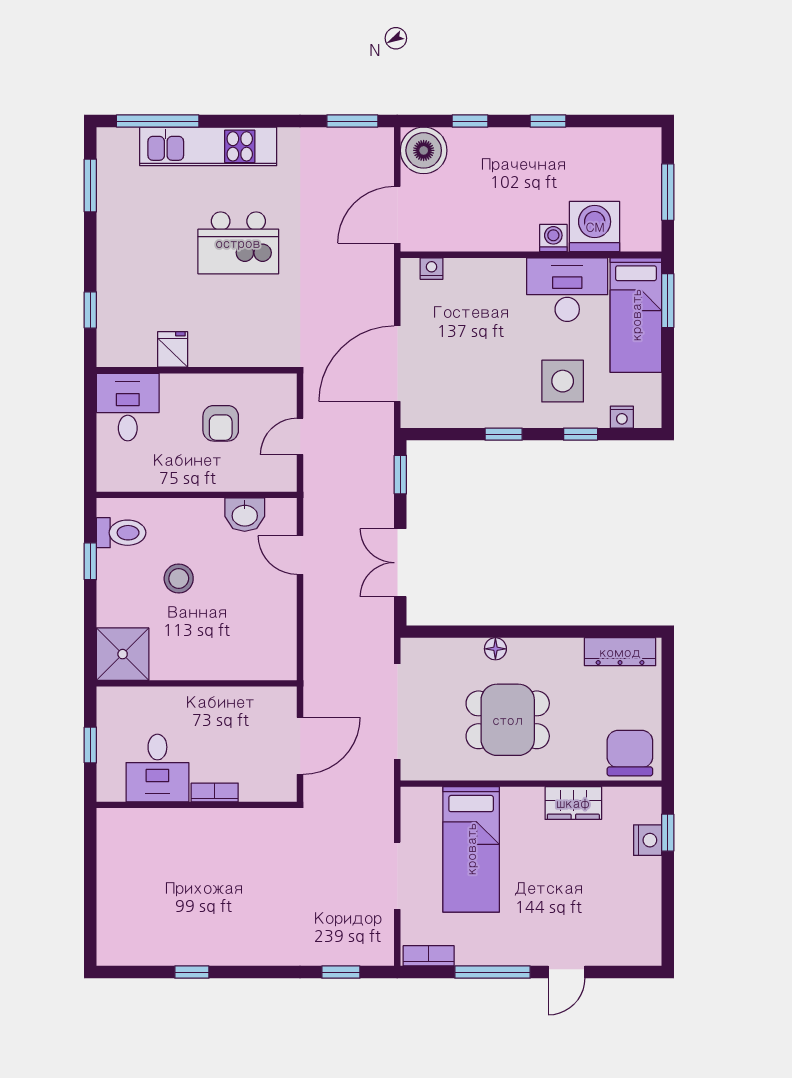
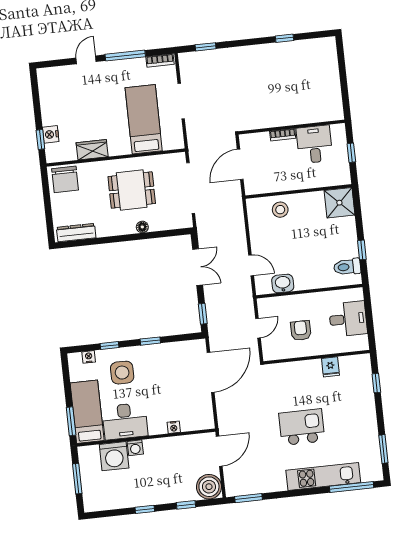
nightstand: (432, 269) -> (174, 427), moved
desk: (128, 407) -> (348, 319), moved, turned -90
stool: (179, 579) -> (280, 210), moved

